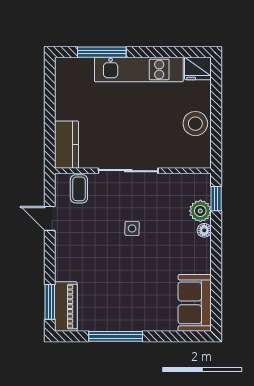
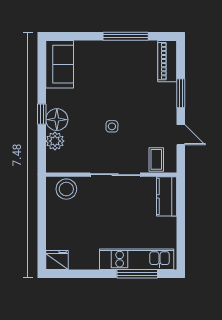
kitchen unit: (139, 69) -> (137, 259), moved
stool: (195, 124) -> (66, 189), moved
window: (216, 199) -> (42, 114), moved
floor lamp: (204, 230) -> (57, 120), width x1.89, depth x1.89
window: (50, 302) -> (181, 93), moved

